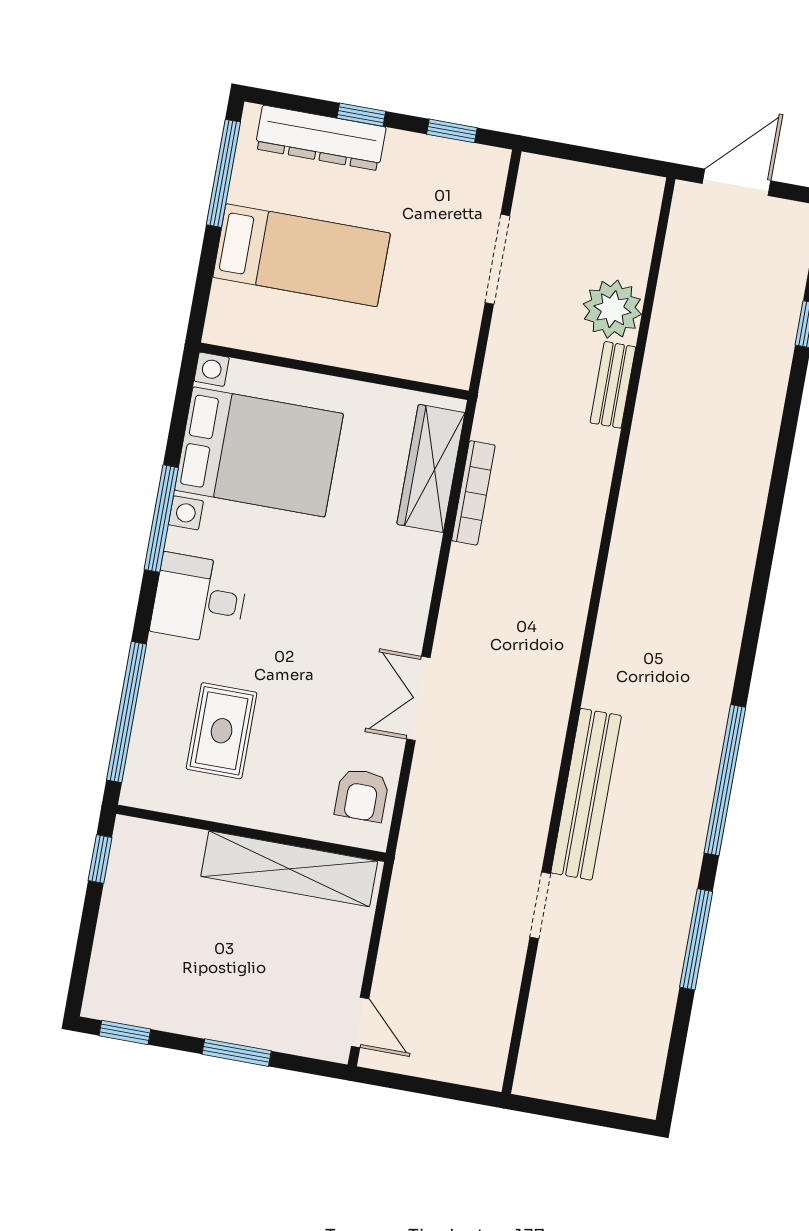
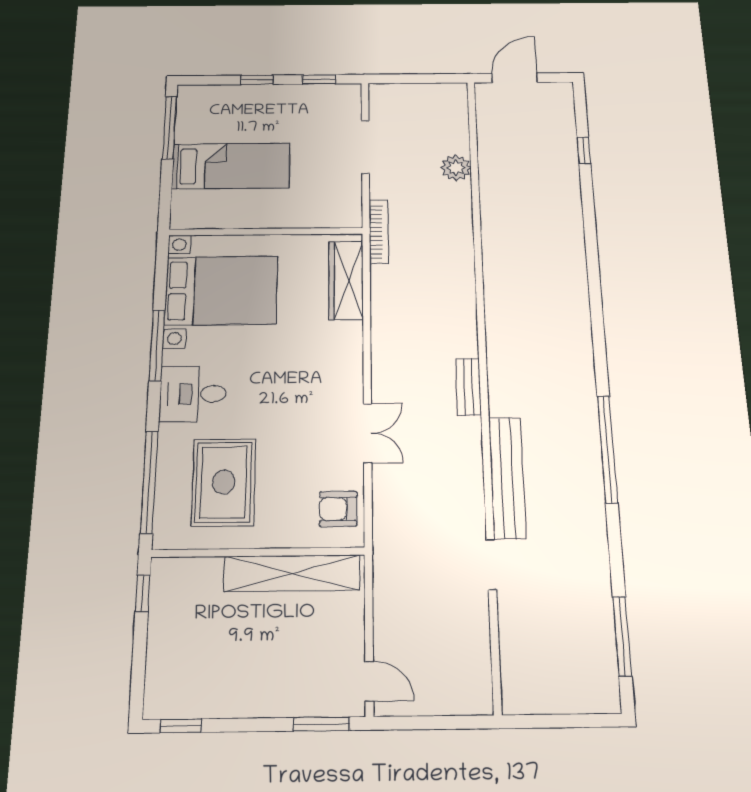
dresser: (321, 138) -> (232, 97), removed
plant: (612, 309) -> (456, 168), width x0.73, depth x0.73
bench: (613, 385) -> (468, 387), moved
bookcase: (473, 493) -> (379, 232), moved
double door: (418, 698) -> (367, 433), swing flipped
rug: (222, 731) -> (224, 482), width x1.36, depth x1.43
armchair: (362, 795) -> (338, 509), turned 90
window: (696, 939) -> (622, 636), moved
window: (237, 1053) -> (321, 724), moved

